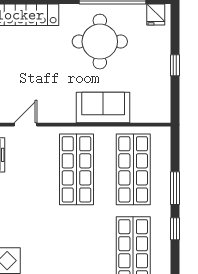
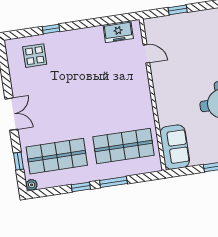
sofa: (103, 108) -> (175, 147), moved
shop shelf: (76, 169) -> (117, 100), removed

